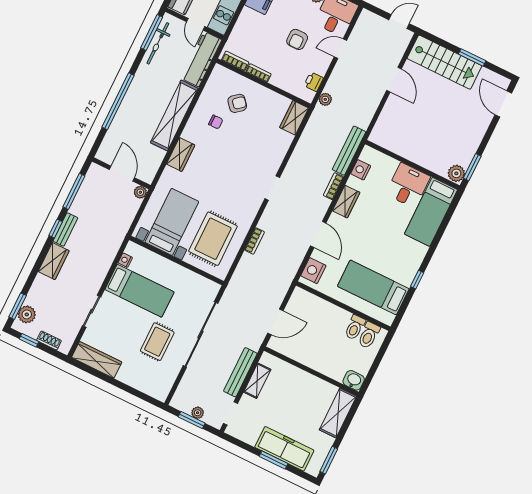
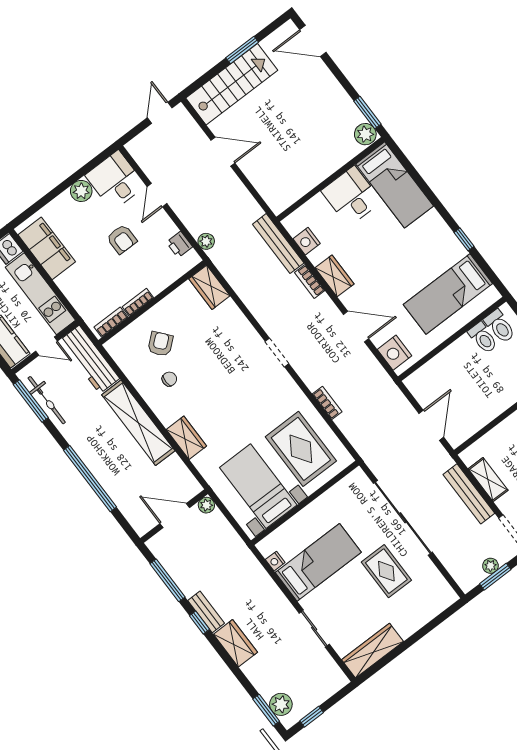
shoe rack: (49, 341) -> (323, 694), removed

